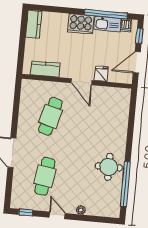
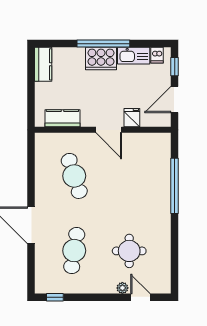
window: (106, 14) -> (103, 44), moved
cafe table: (50, 116) -> (74, 176), turned -33
round table: (109, 167) -> (129, 251), moved
window: (125, 184) -> (175, 186), moved
door: (57, 215) -> (140, 297), moved

